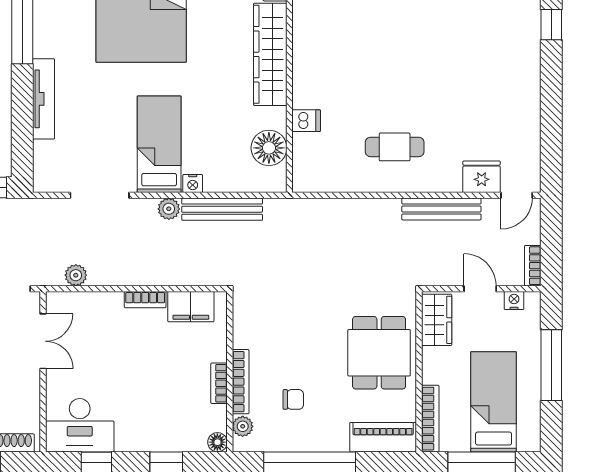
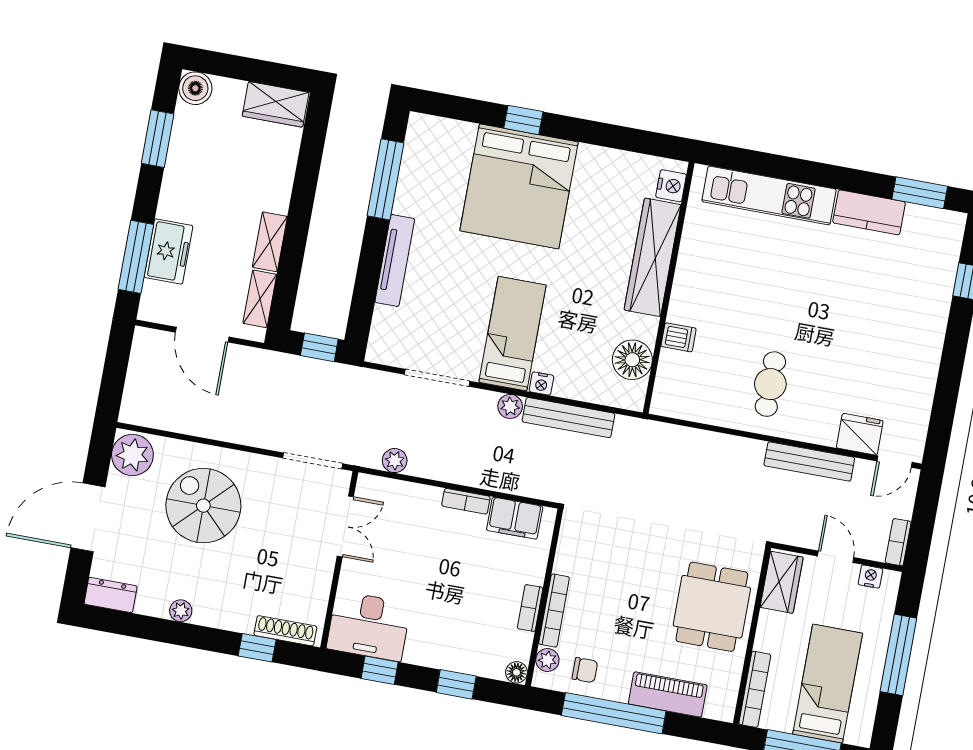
cafe table: (395, 147) -> (770, 384), turned 90
chair: (293, 399) -> (585, 670), moved
piano: (383, 437) -> (668, 694), moved

